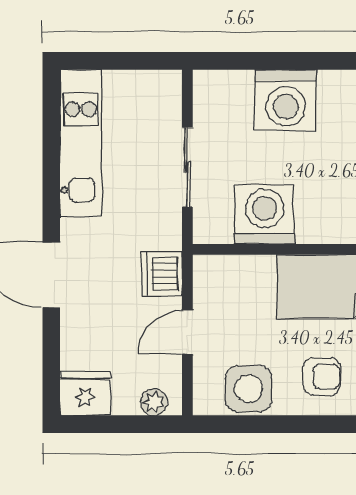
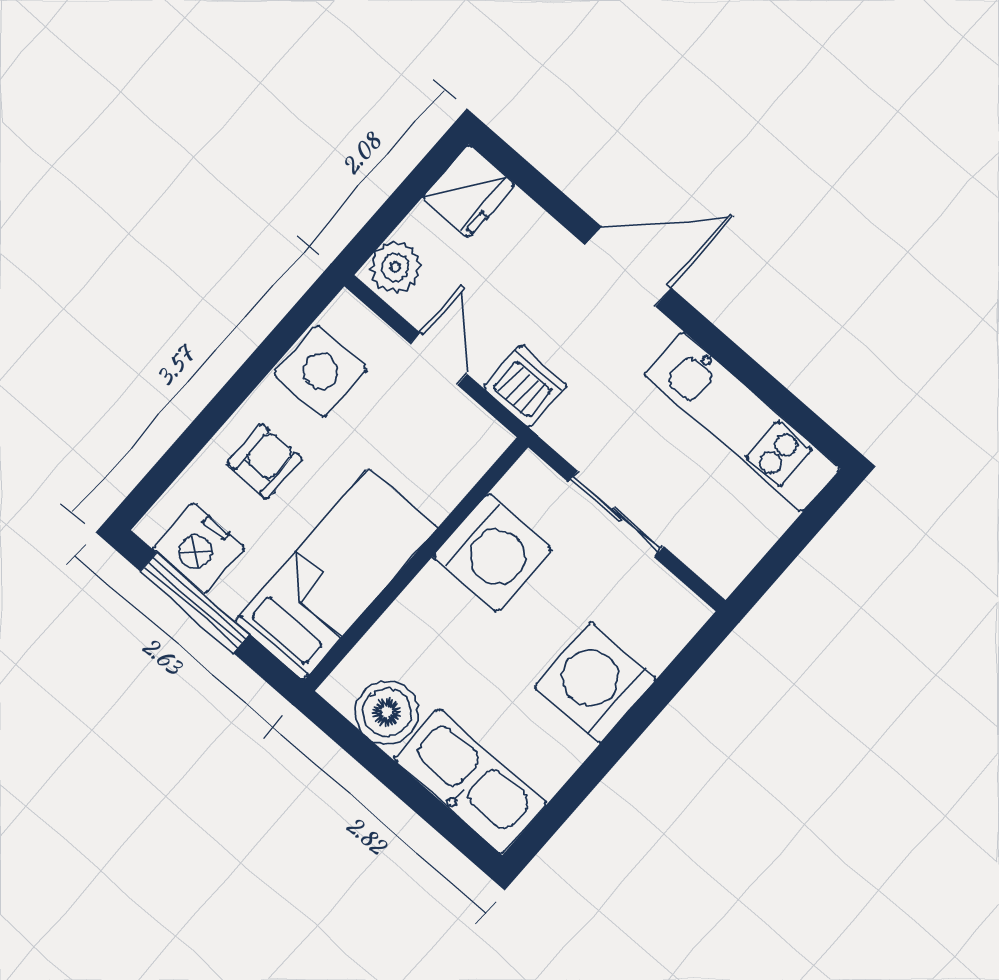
armchair: (322, 377) -> (265, 461), turned 180
plant: (154, 402) -> (395, 267), width x1.38, depth x1.38

